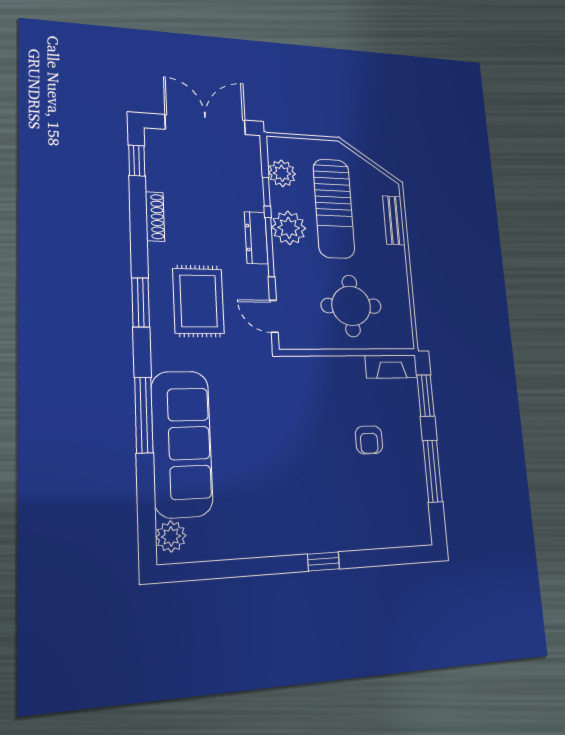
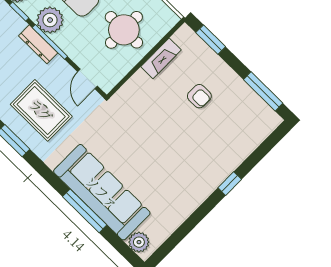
door: (274, 316) -> (87, 79), hinge flipped
fireplace: (391, 367) -> (161, 58), moved
window: (144, 415) -> (85, 211), moved
window: (433, 471) -> (263, 91), moved

